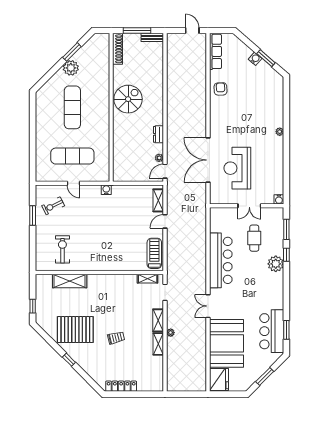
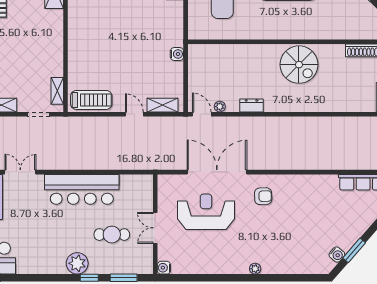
water cooler: (255, 59) -> (337, 255), moved
armchair: (221, 89) -> (263, 196), moved
water cooler: (106, 190) -> (177, 54), moved

